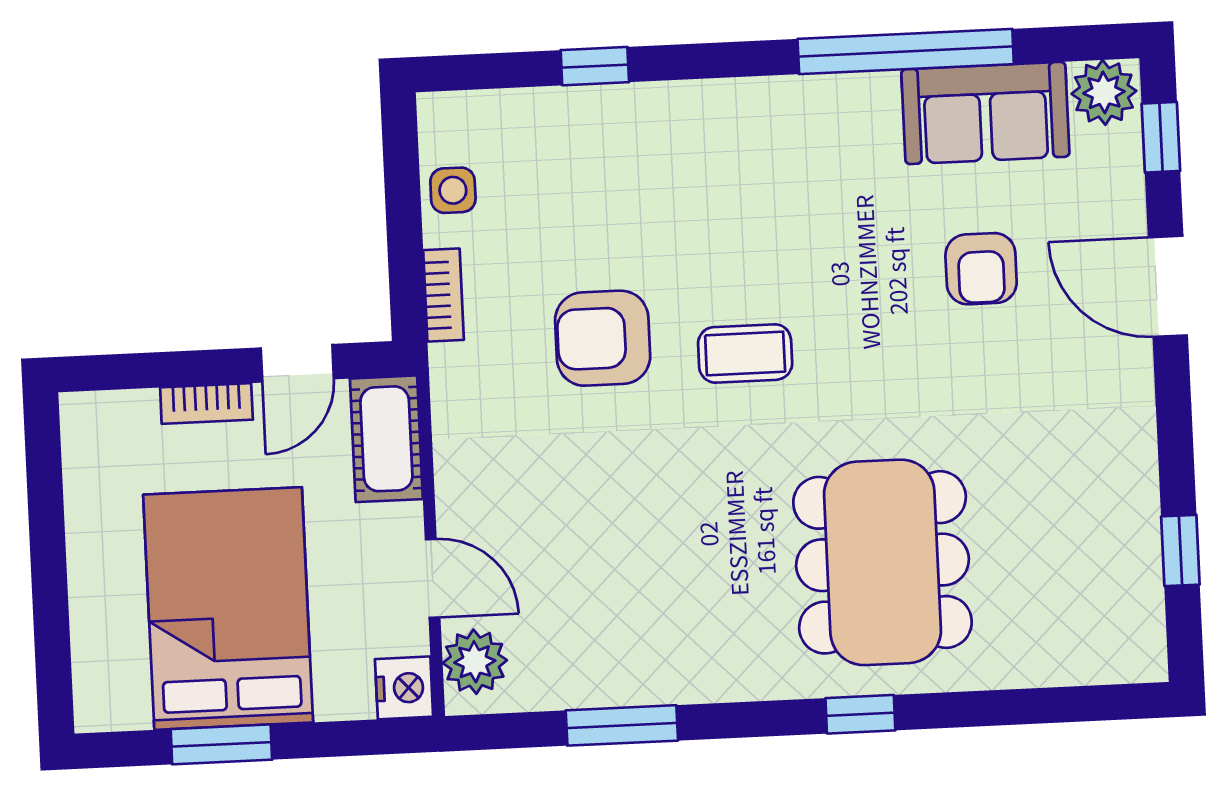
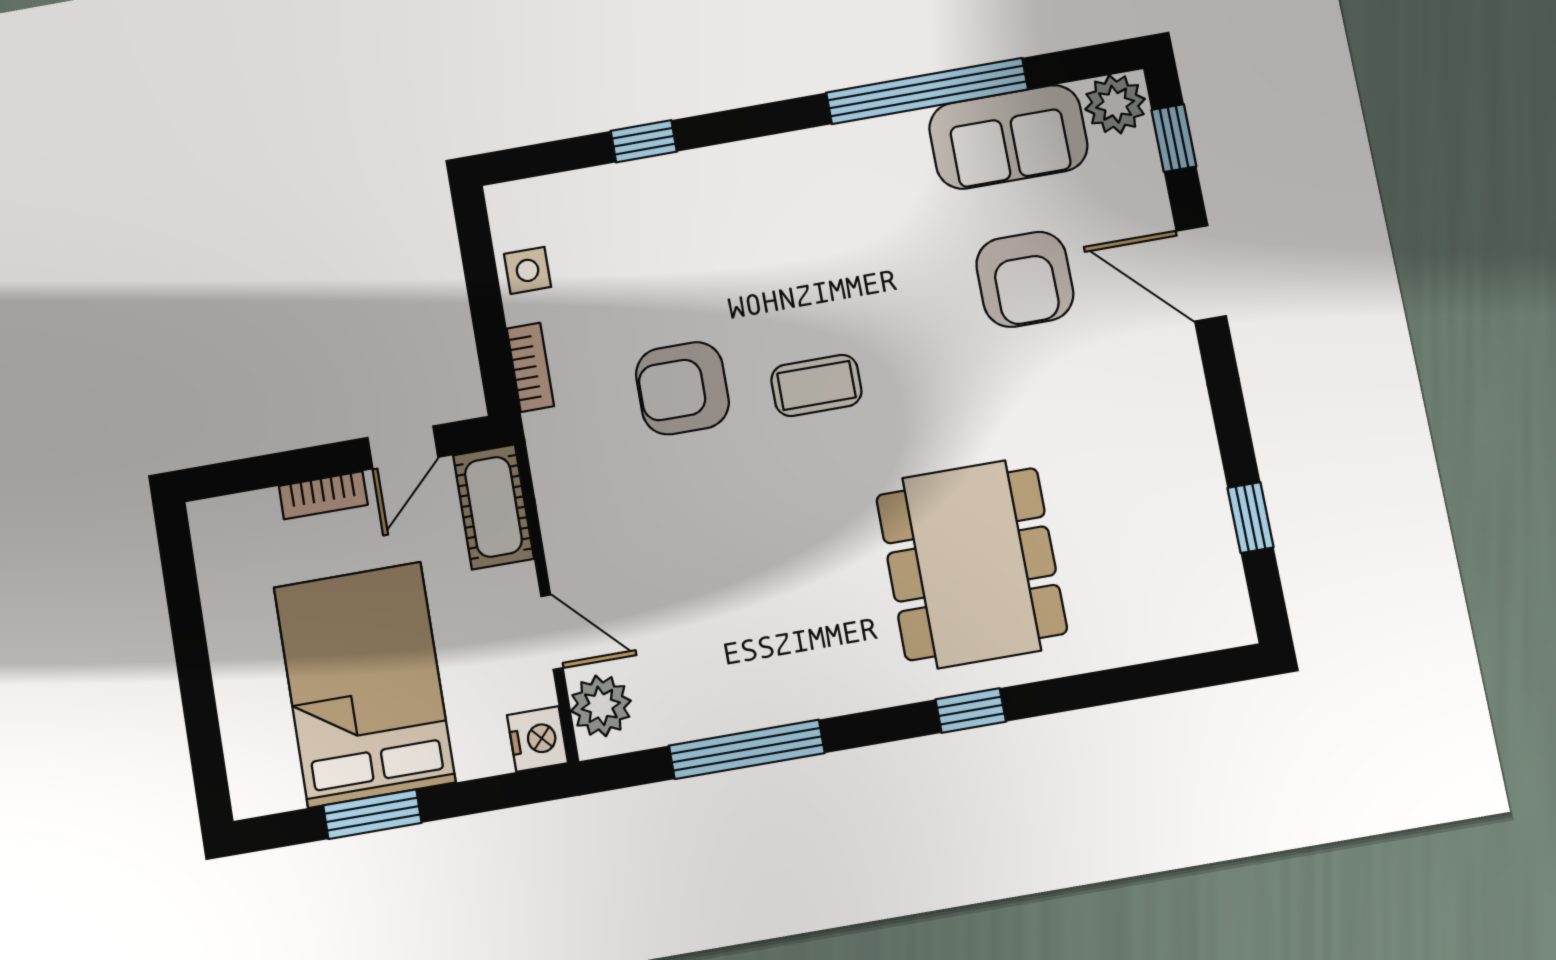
armchair: (981, 269) -> (1025, 279), width x1.38, depth x1.38
window: (622, 725) -> (747, 749), width x1.44

